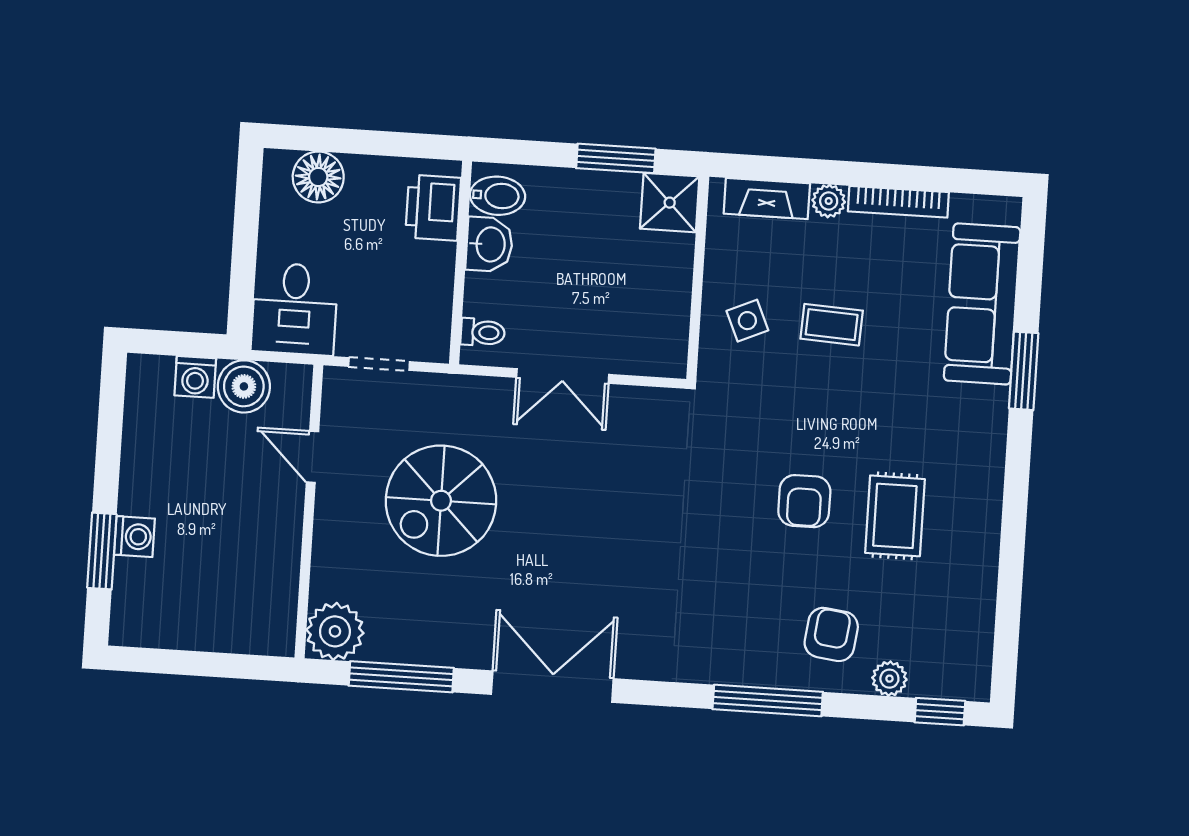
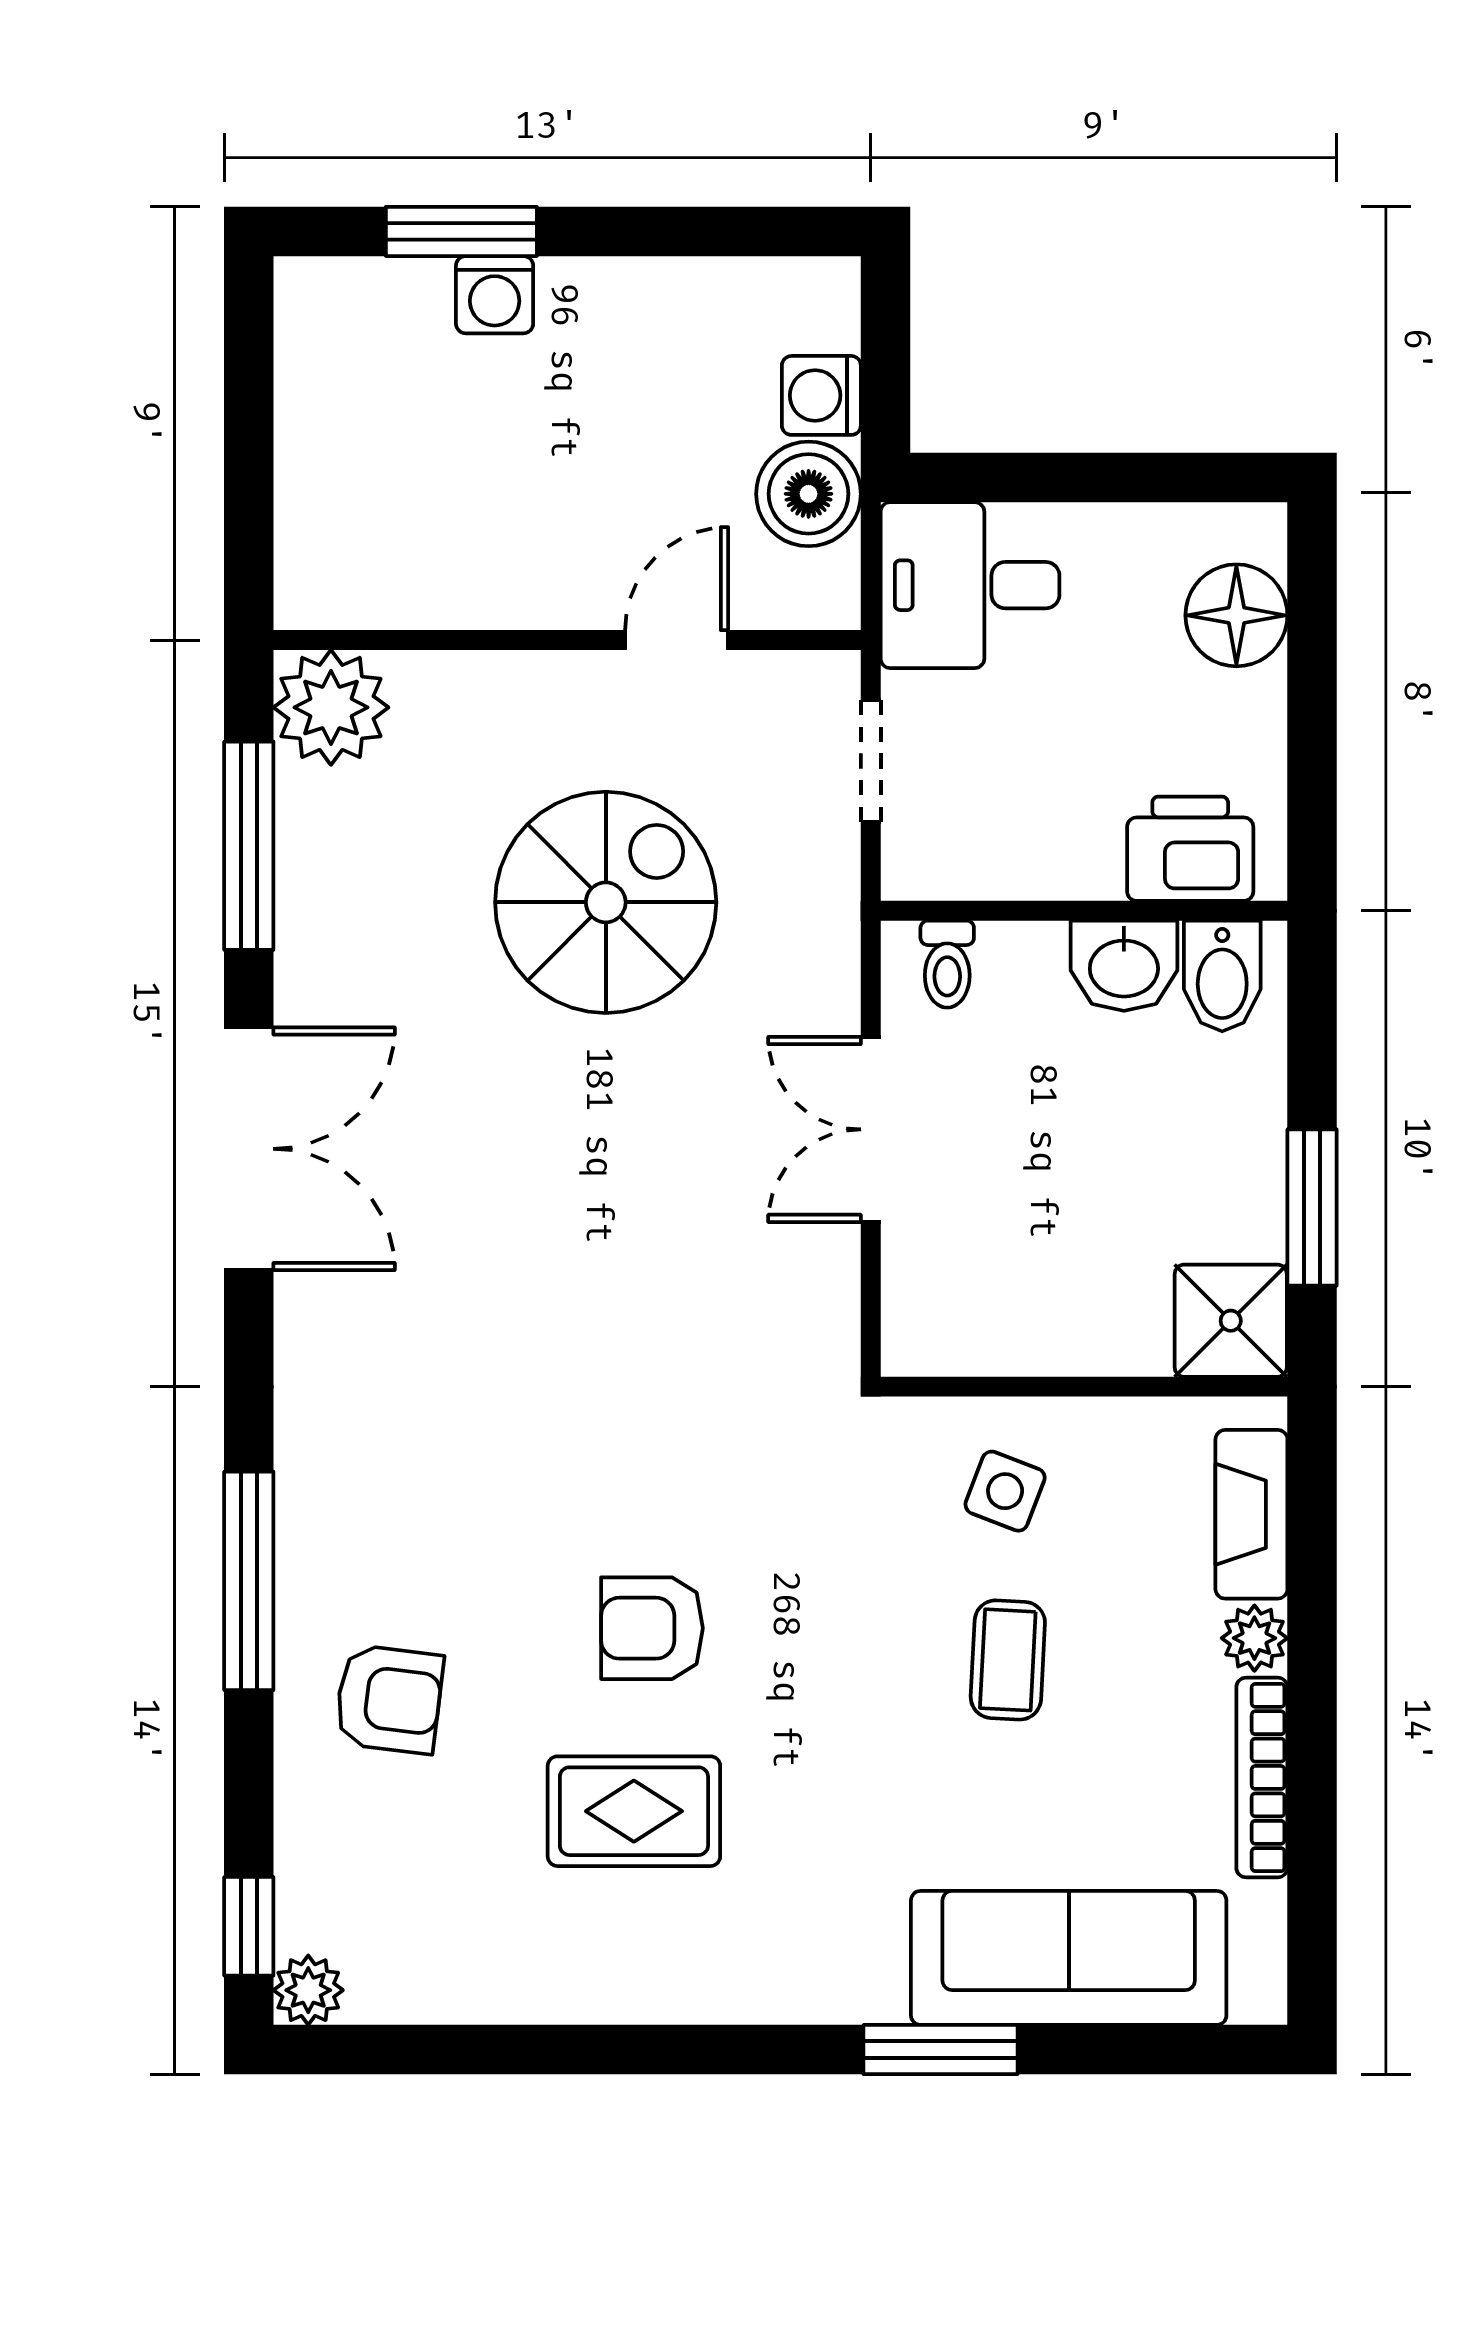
side table: (747, 321) -> (1005, 1491), turned 45
spiral stairs: (441, 501) -> (606, 902), turned 90
plant: (889, 679) -> (308, 1990), moved

